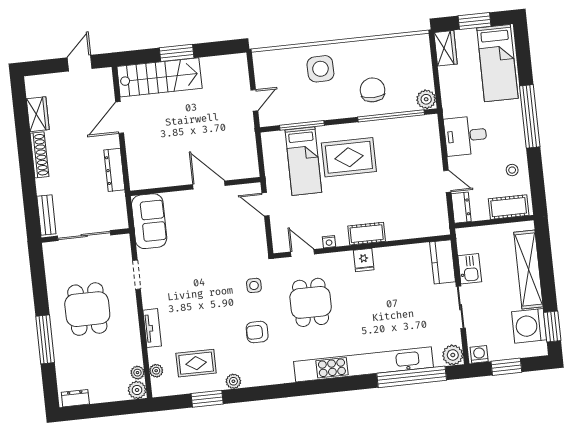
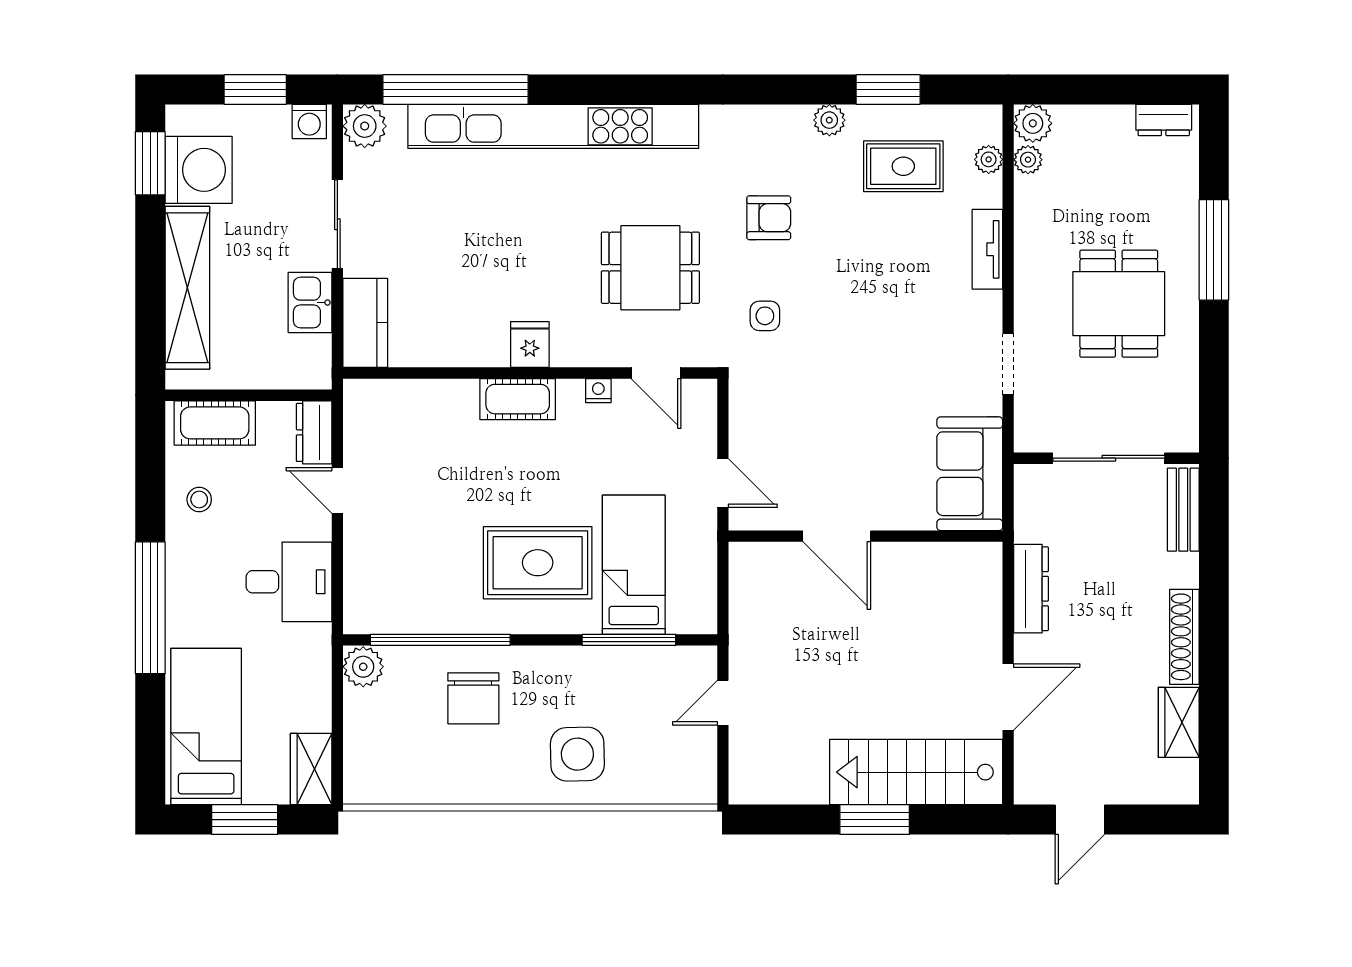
dining table: (311, 302) -> (650, 268), turned 90

